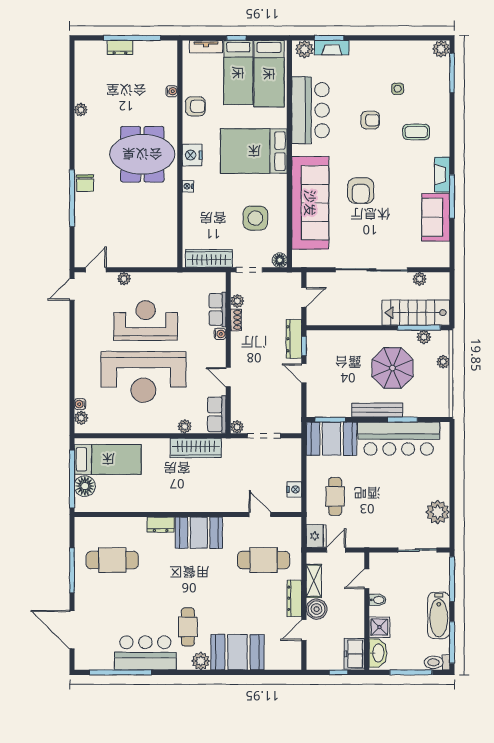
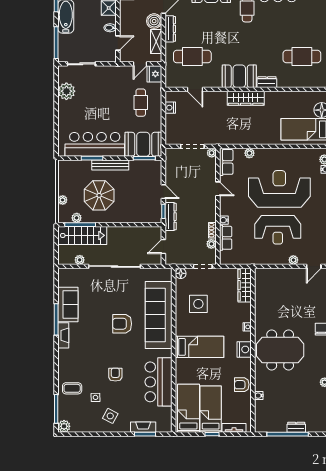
plant: (304, 49) -> (163, 426), removed
side table: (377, 63) -> (110, 416), added
armchair: (370, 120) -> (115, 375), turned 90
coffee table: (416, 132) -> (72, 388), moved
bed: (254, 151) -> (200, 347), width x0.67
armchair: (361, 191) -> (122, 324), turned -90
wardrobe: (209, 258) -> (245, 285), moved, turned 90
wardrobe: (196, 448) -> (246, 98), moved, turned 180

